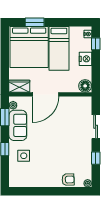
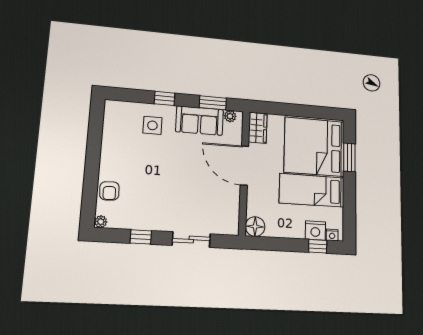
nightstand: (85, 59) -> (315, 231), moved

